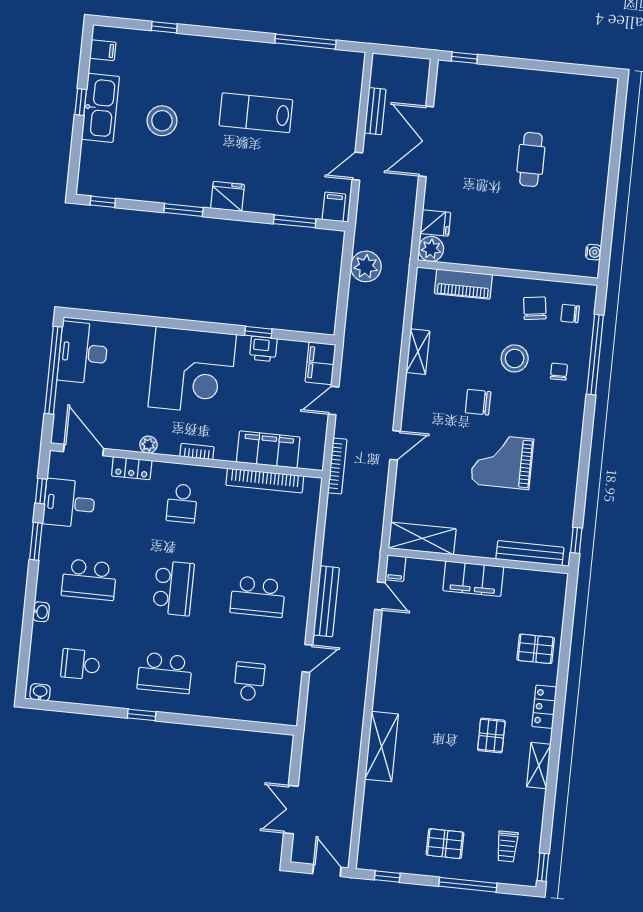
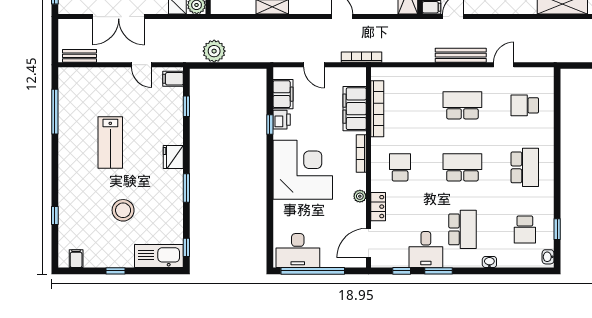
kitchen sink: (100, 108) -> (159, 256), moved
bench: (375, 111) -> (80, 56), moved
window: (295, 221) -> (186, 106), width x0.67
filing cabinet: (320, 363) -> (283, 94), moved, turned -90
bookcase: (197, 452) -> (361, 154), width x1.56
desk: (69, 503) -> (426, 250), moved
school desk: (182, 503) -> (400, 167), turned -90
school desk: (258, 597) -> (462, 105), turned -90
door: (307, 658) -> (504, 65), hinge flipped
window: (142, 715) -> (557, 229), moved

